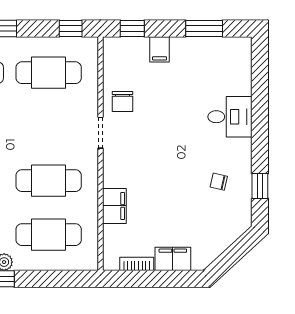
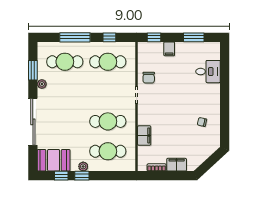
window: (71, 29) -> (109, 37), moved
desk: (230, 117) -> (208, 72), moved
window: (260, 186) -> (225, 124), removed

